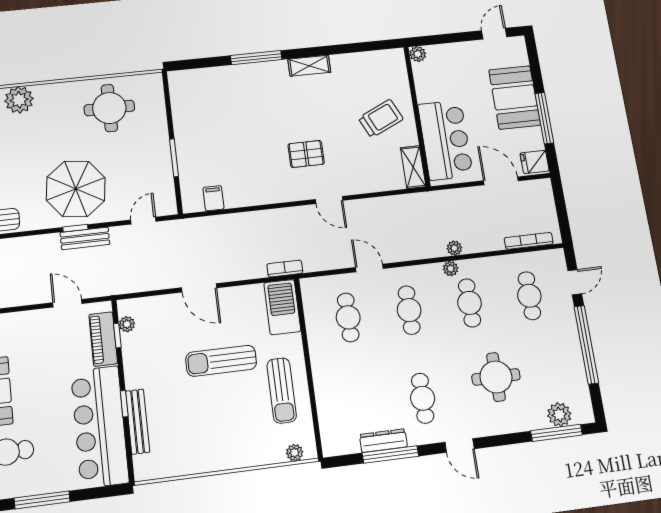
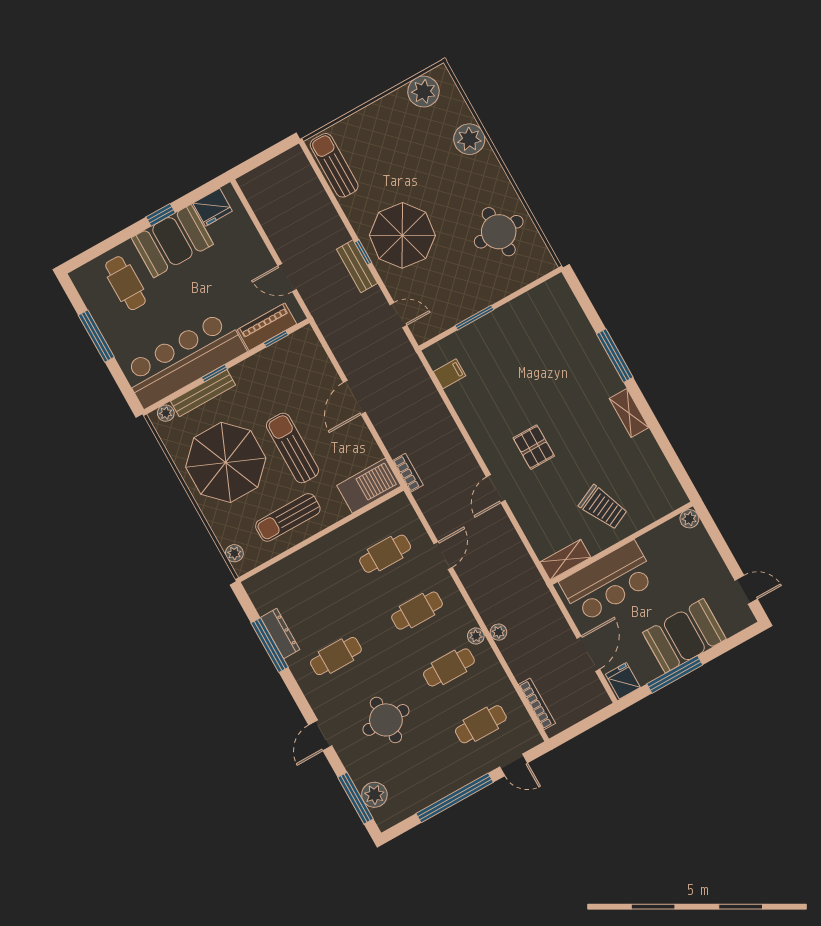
door: (67, 303) -> (287, 278), swing flipped
plant: (127, 324) -> (166, 413), moved
parasol: (209, 427) -> (226, 462), added
door: (460, 445) -> (320, 735), moved

